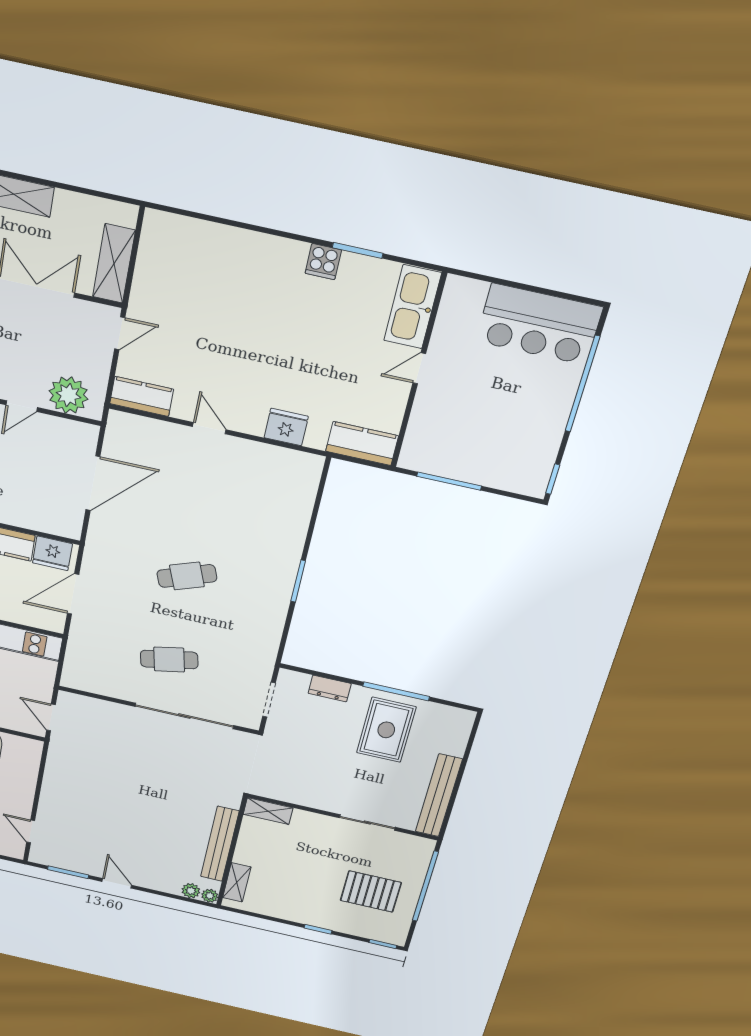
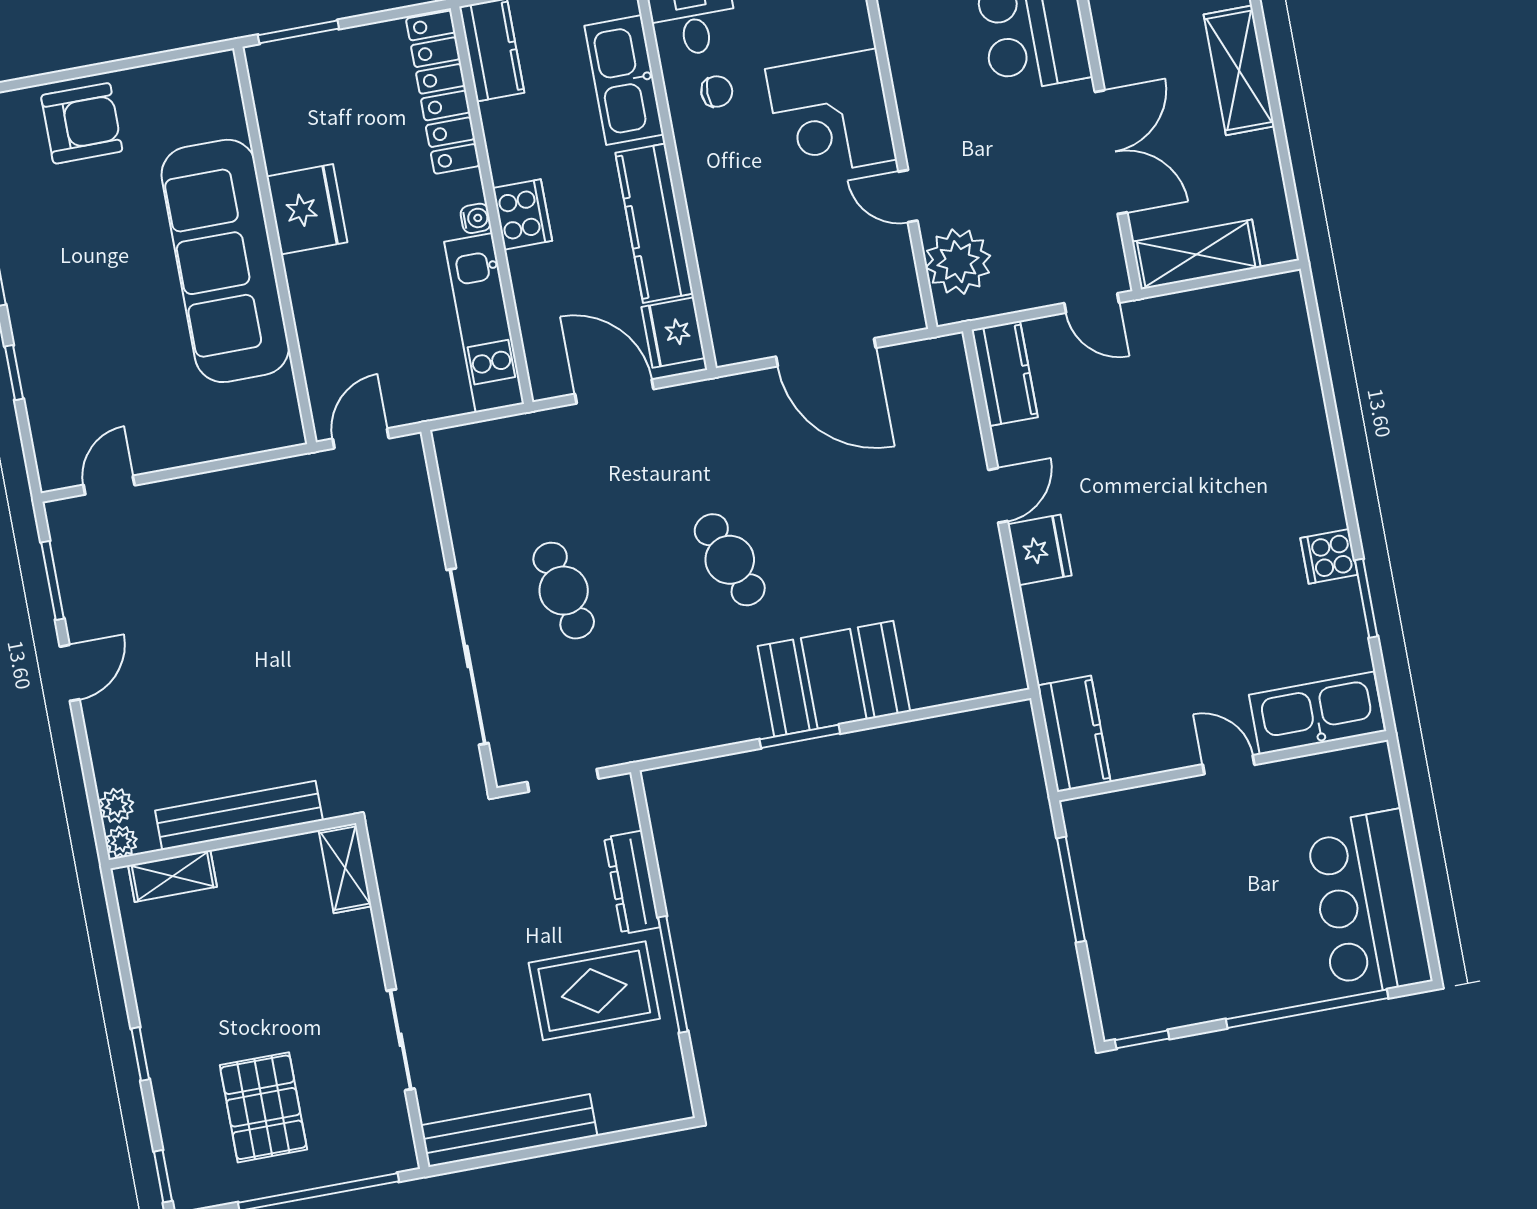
fridge: (286, 427) -> (1040, 550), moved
booth: (274, 552) -> (834, 679), added
dresser: (330, 688) -> (632, 882), width x1.44

